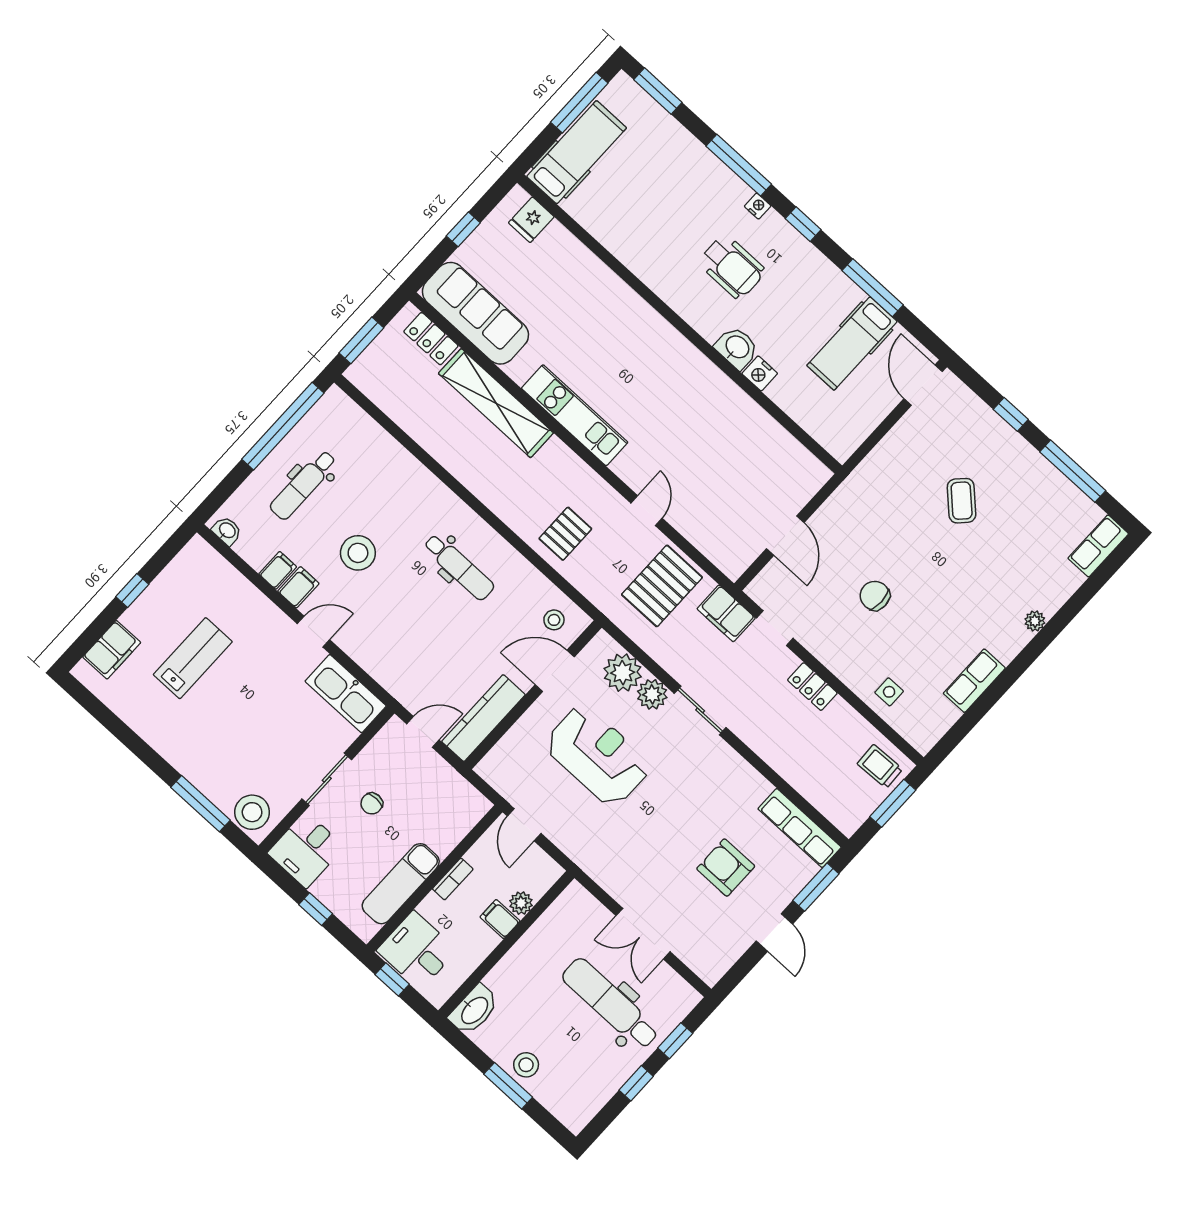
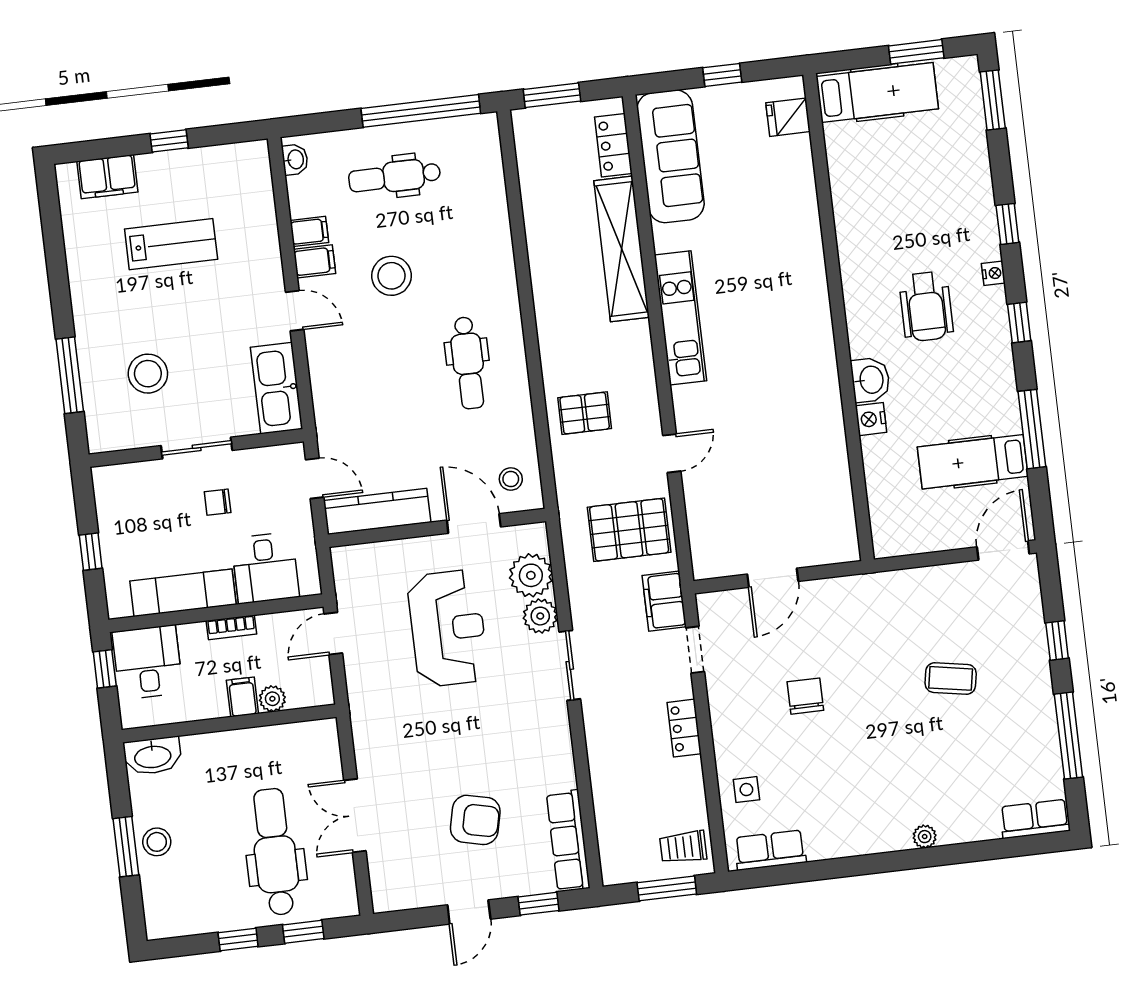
window: (579, 103) -> (916, 52), width x0.69
window: (739, 165) -> (1007, 224), width x0.46
coffee table: (962, 501) -> (951, 678), turned 56
row of seats: (974, 681) -> (770, 850), moved
trolley: (880, 766) -> (683, 847), turned -88
stool: (252, 812) -> (148, 374), moved
desk: (306, 850) -> (265, 568), moved, turned -90
armchair: (726, 868) -> (475, 820), turned 103
window: (816, 887) -> (539, 904), width x0.67

